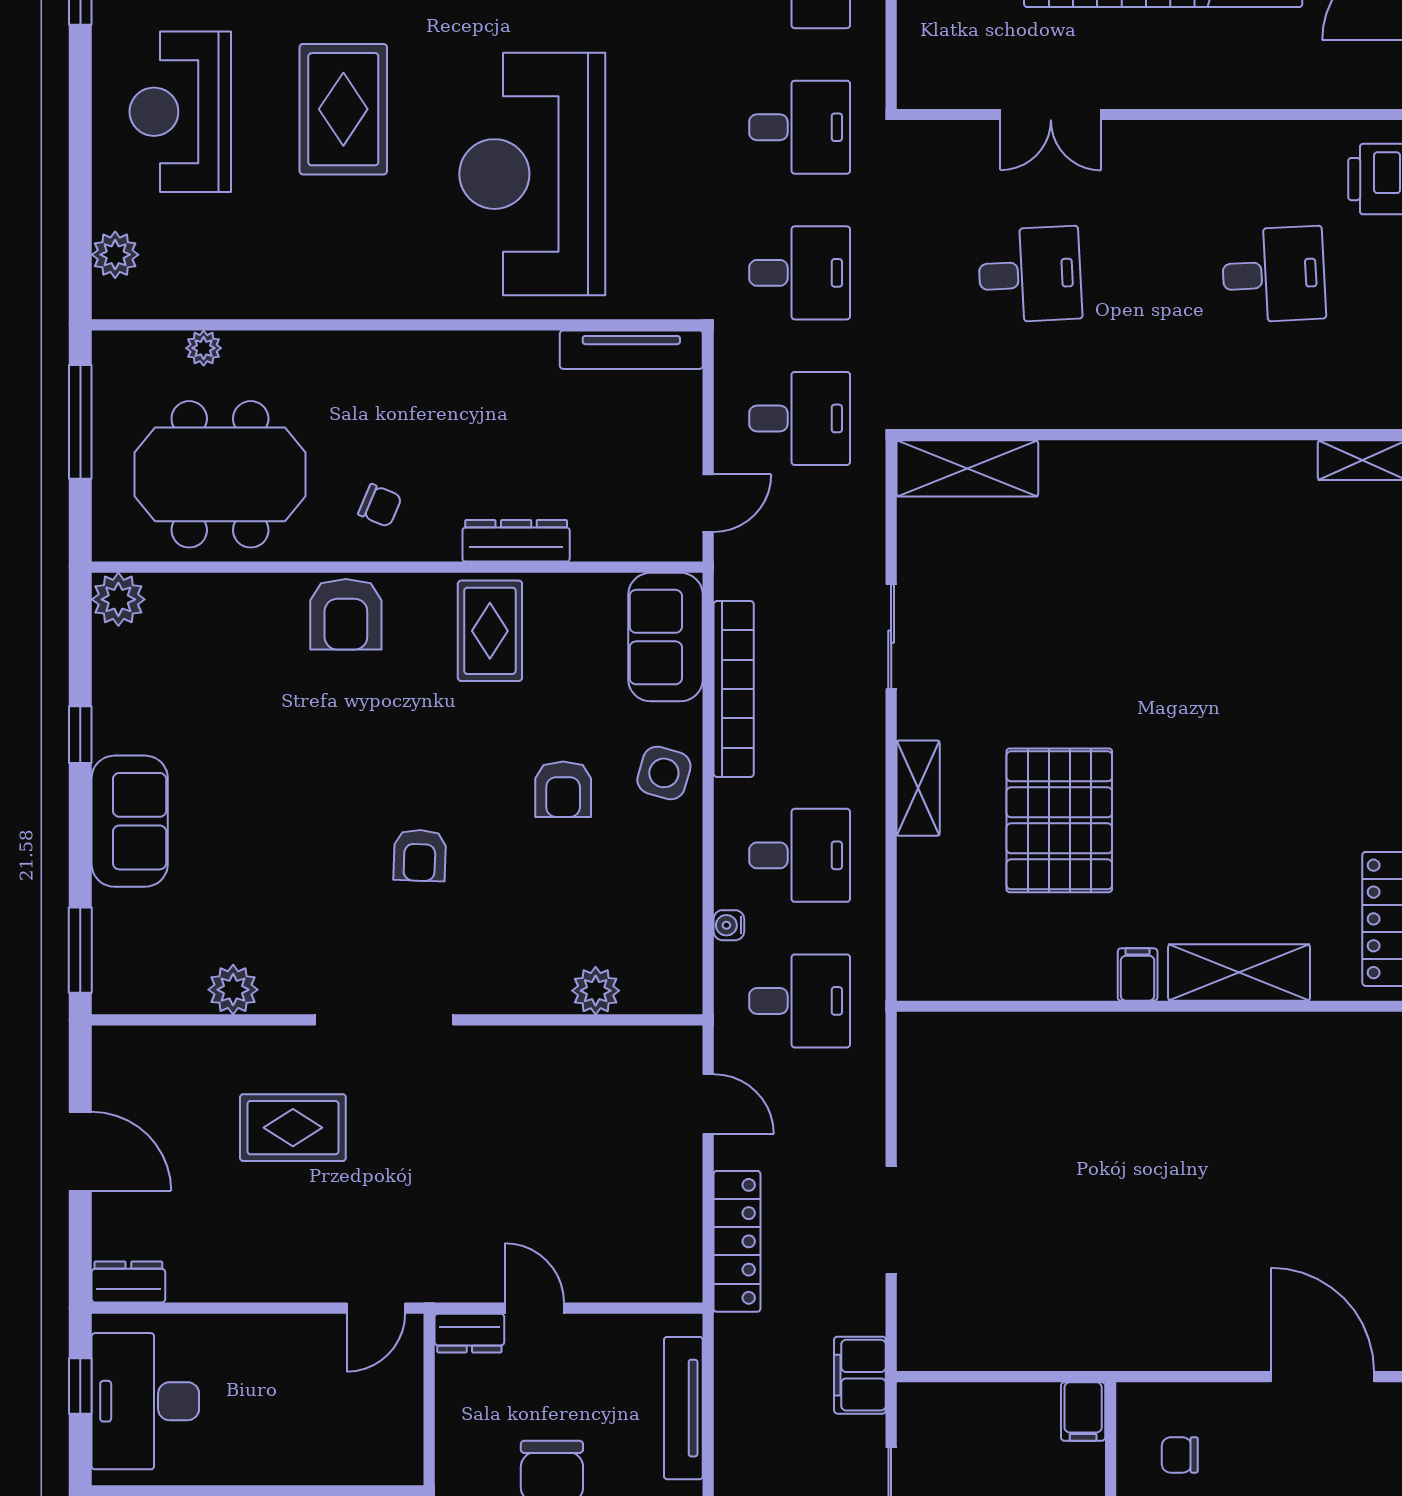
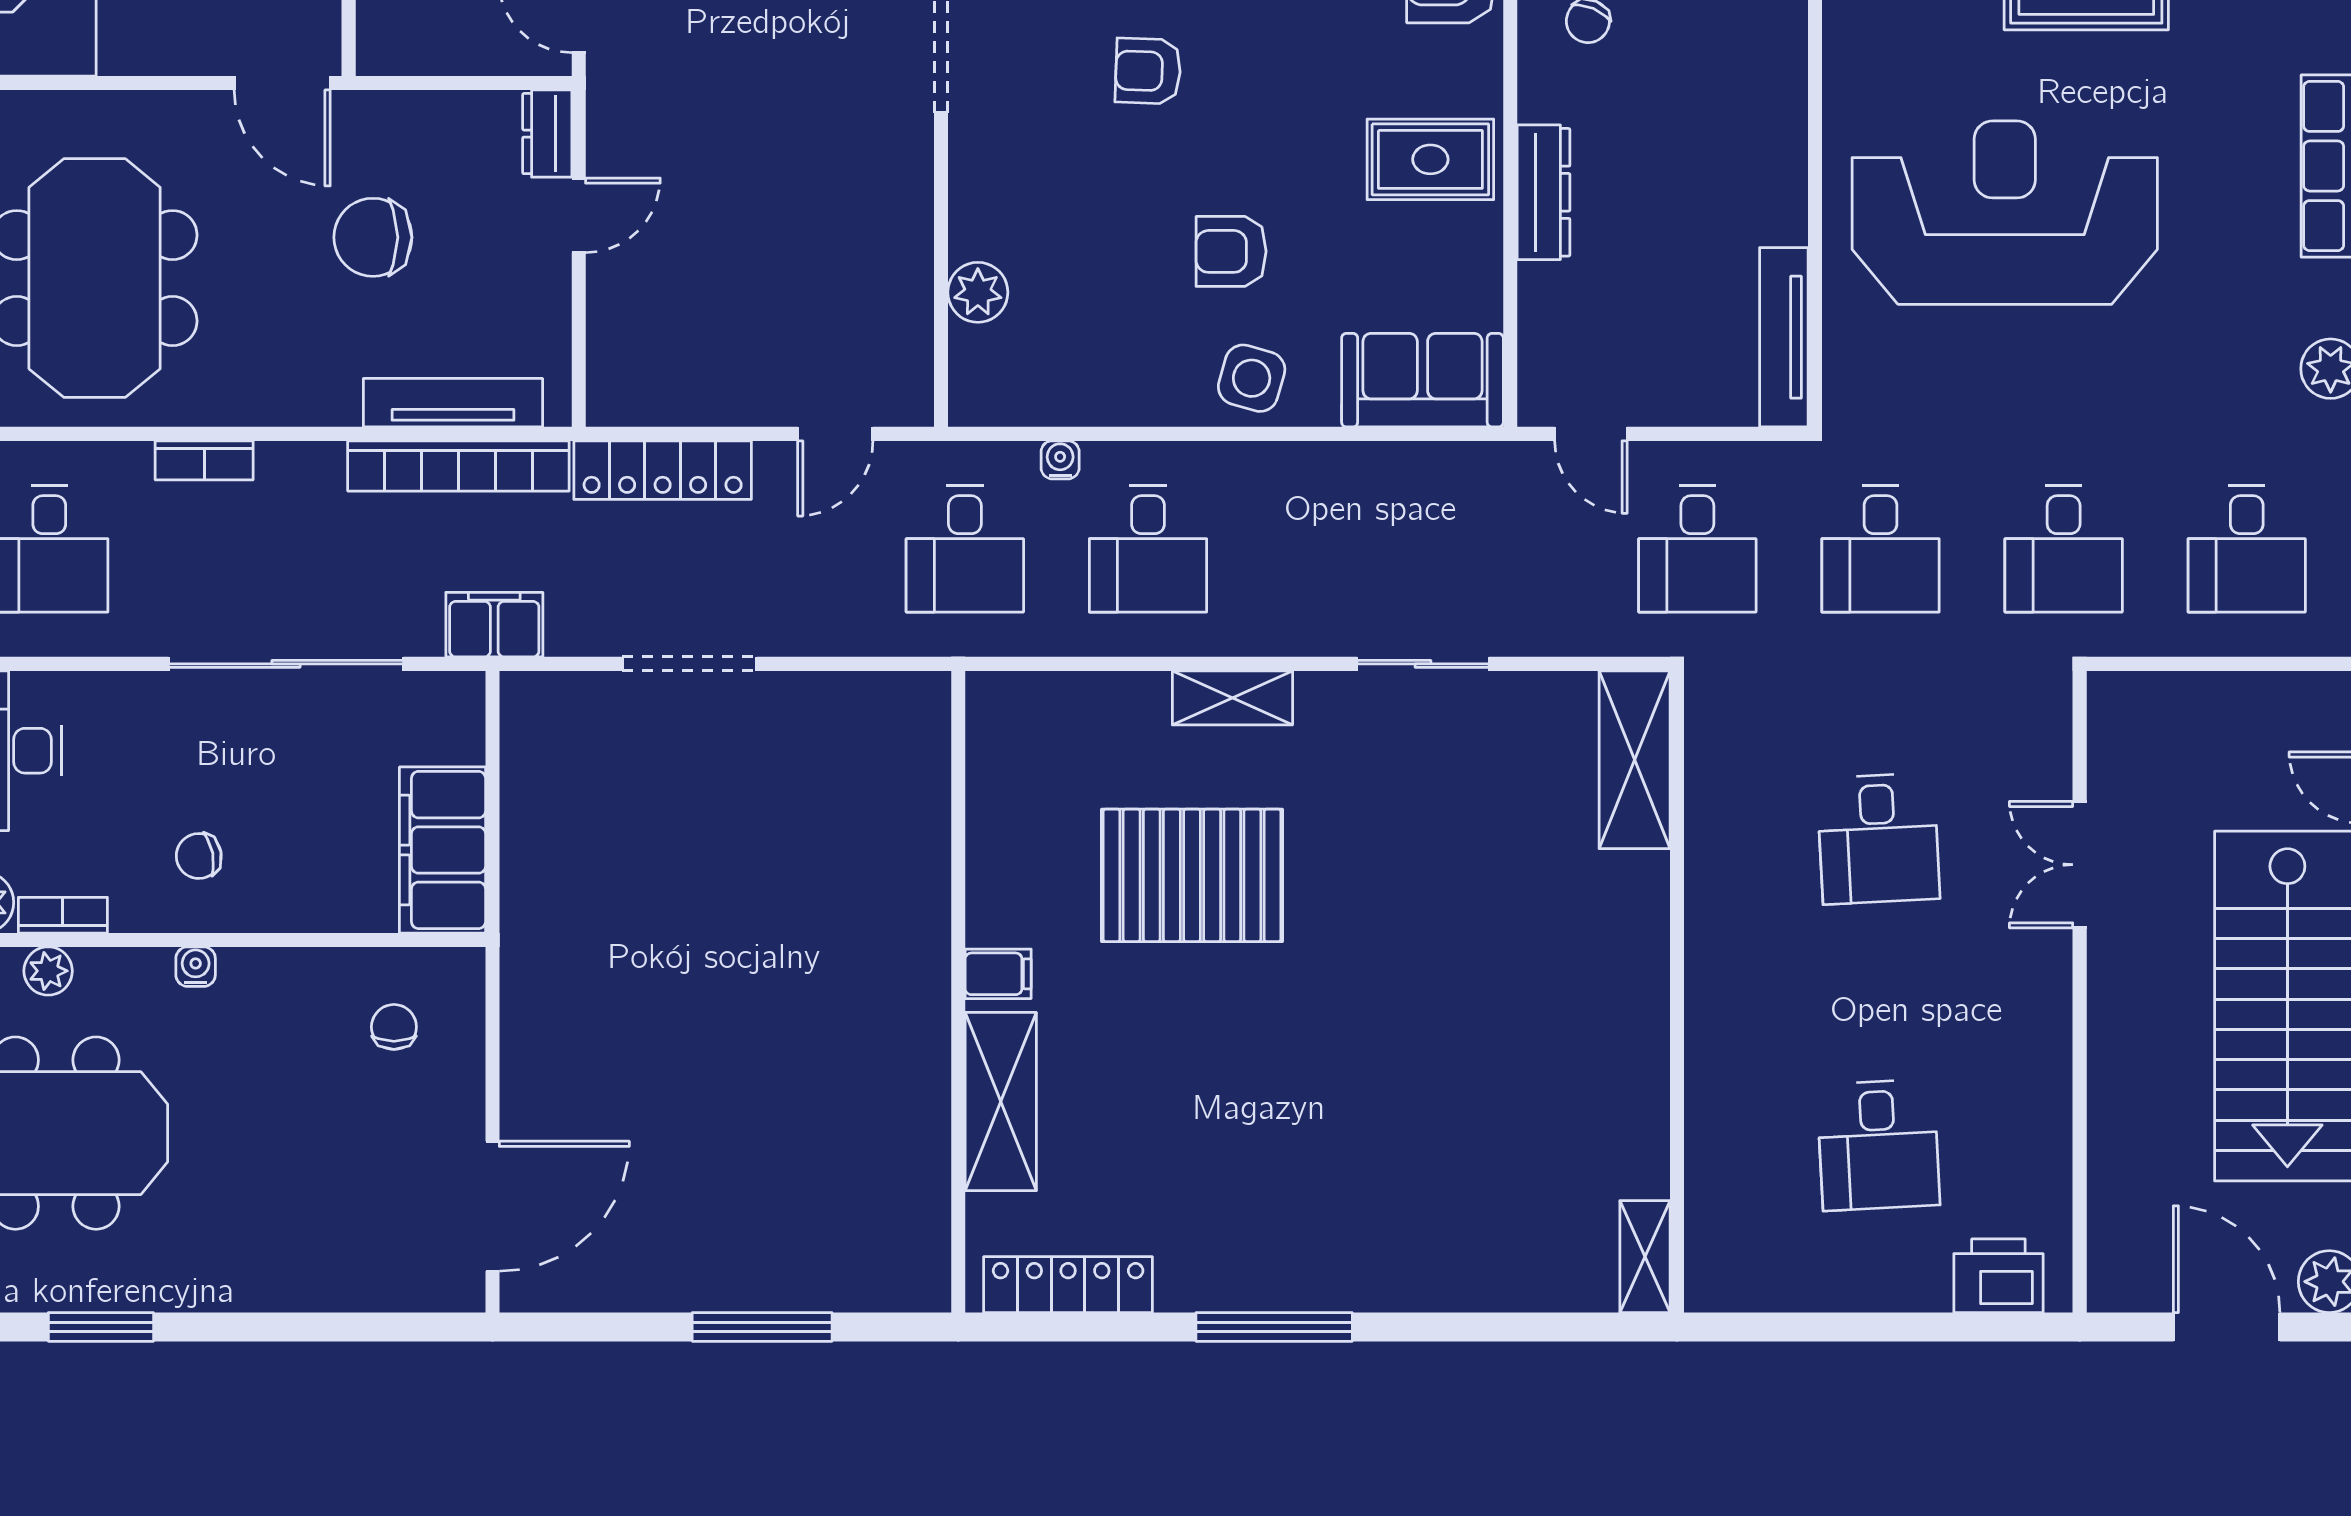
bookcase: (734, 689) -> (458, 466), moved
filing cabinet: (1083, 1411) -> (442, 850), width x3.00, depth x1.17

